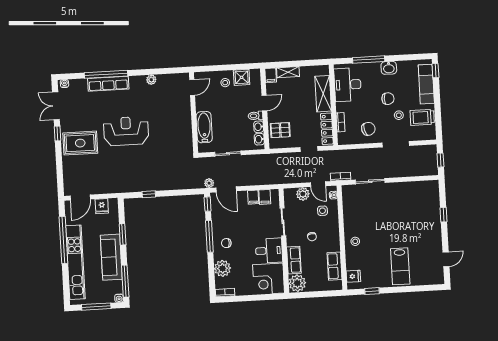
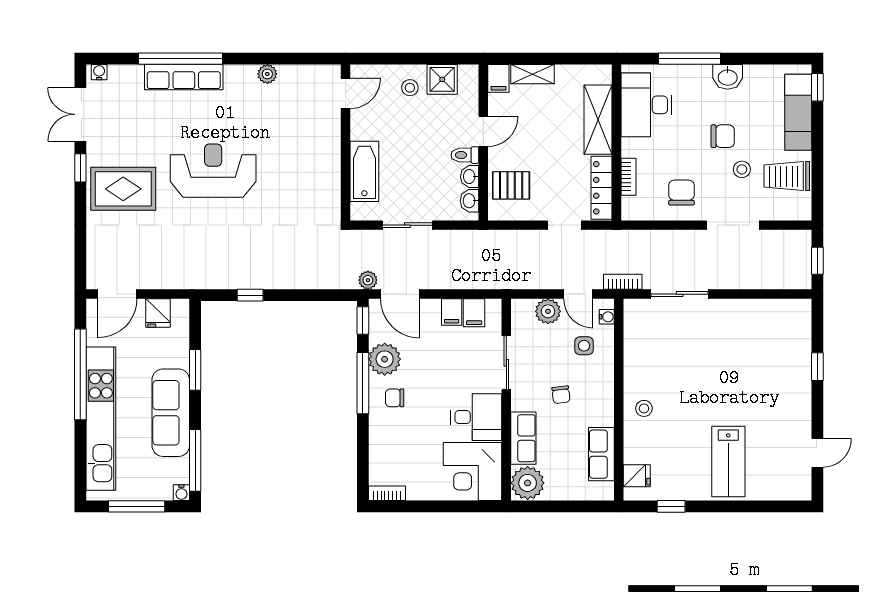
chair: (368, 129) -> (681, 192), turned -75
plant: (222, 268) -> (385, 359), moved

